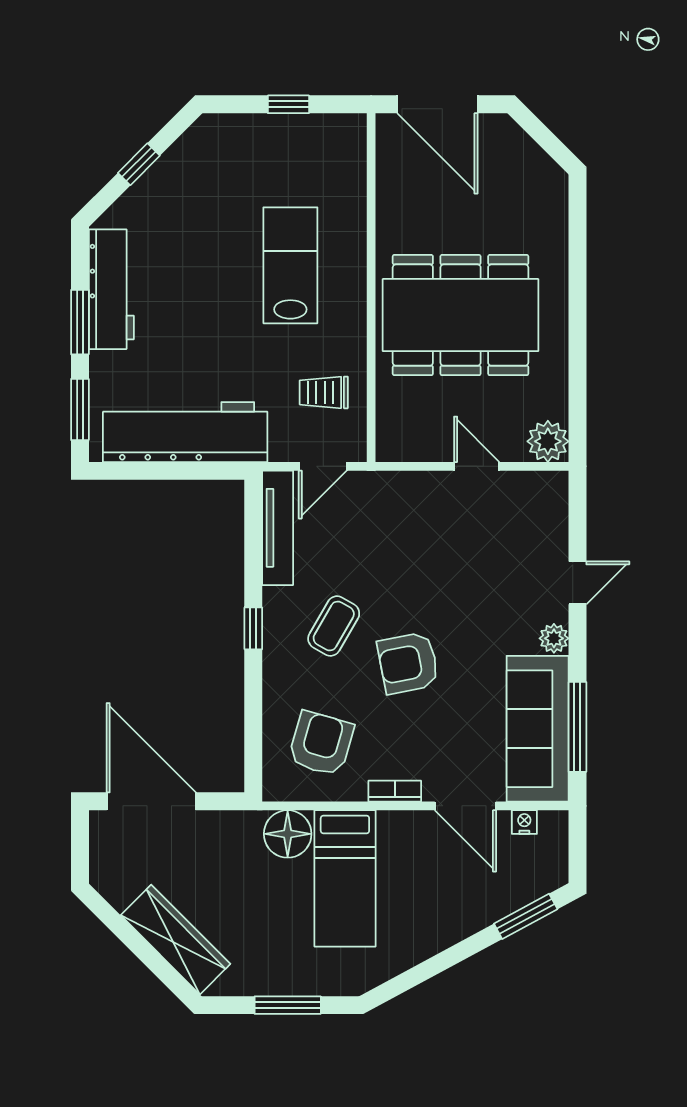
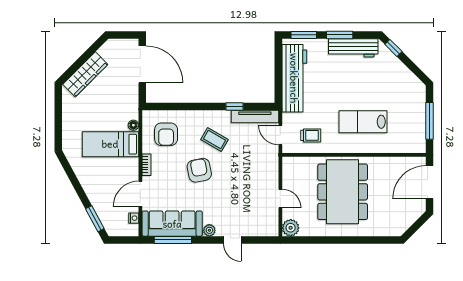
window: (288, 104) -> (429, 121), width x2.17
window: (139, 164) -> (393, 48), moved
lab bench: (290, 265) -> (363, 122), turned 180
trolley: (324, 392) -> (311, 135), turned 90
door: (477, 466) -> (280, 198), hinge flipped
window: (253, 628) -> (235, 106), moved
armchair: (321, 743) -> (166, 134), turned 74
door: (151, 801) -> (142, 64), hinge flipped
floor lamp: (288, 834) -> (133, 125), width x0.53, depth x0.53
window: (288, 1005) -> (58, 121), removed

